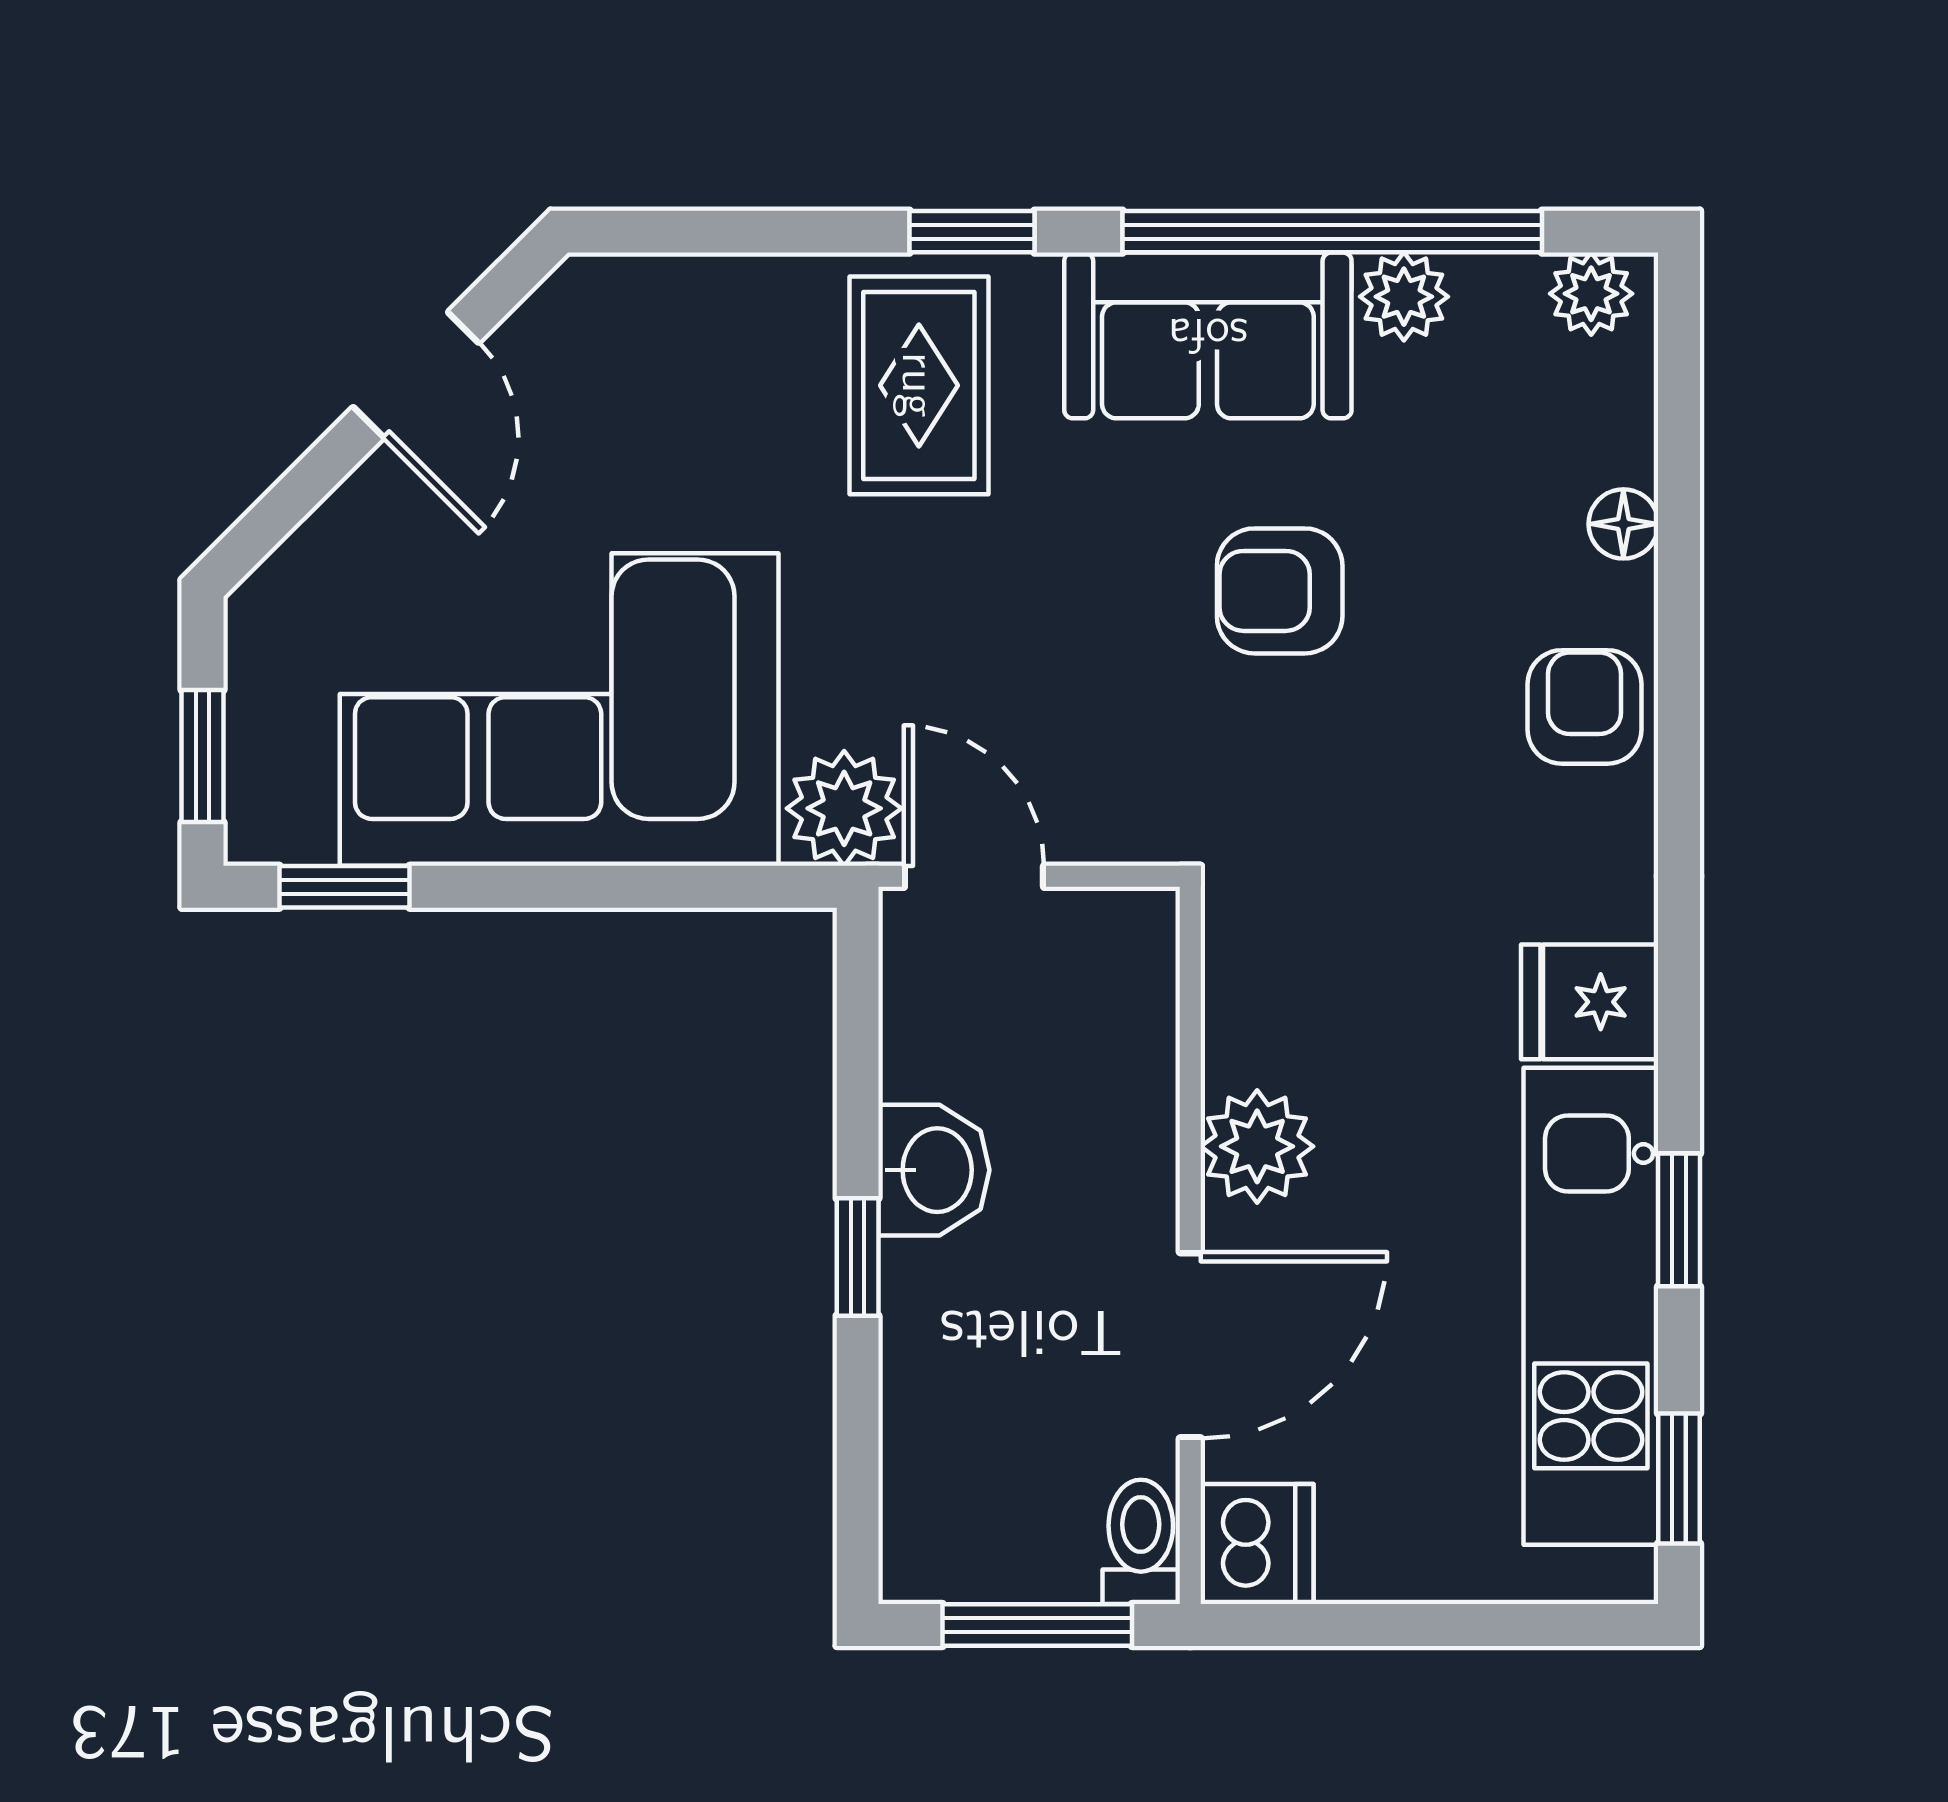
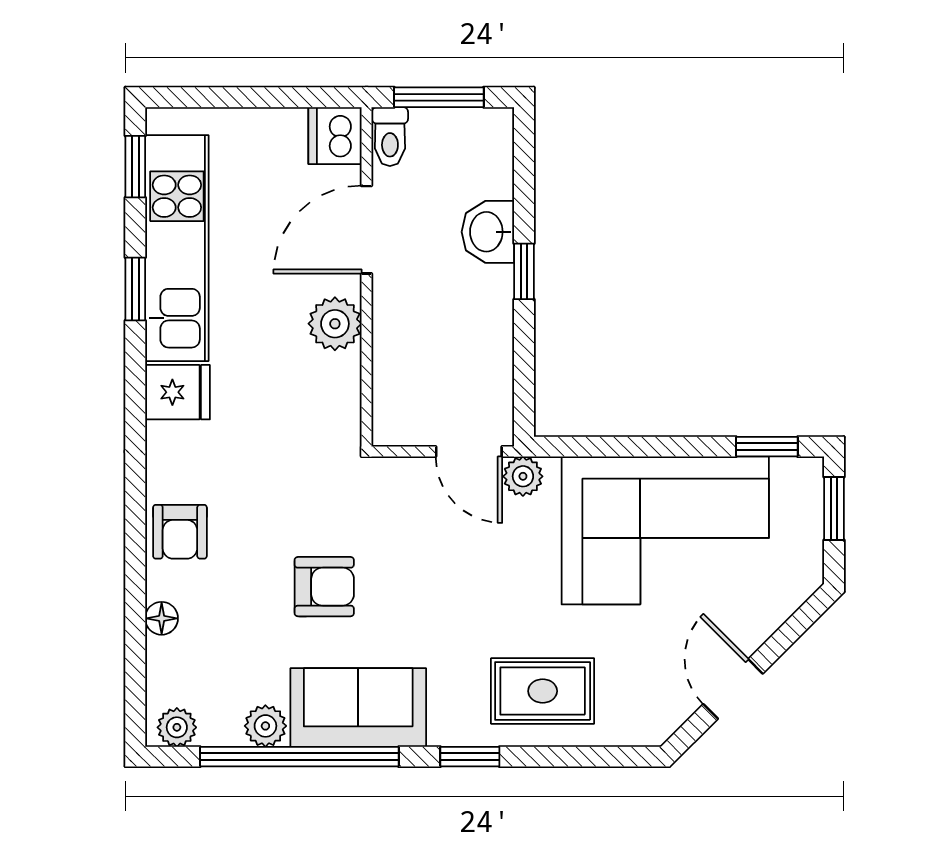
rug: (919, 385) -> (543, 691), moved, turned 90
plant: (844, 808) -> (523, 476), width x0.73, depth x0.73
washbasin: (934, 1170) -> (488, 232), moved

